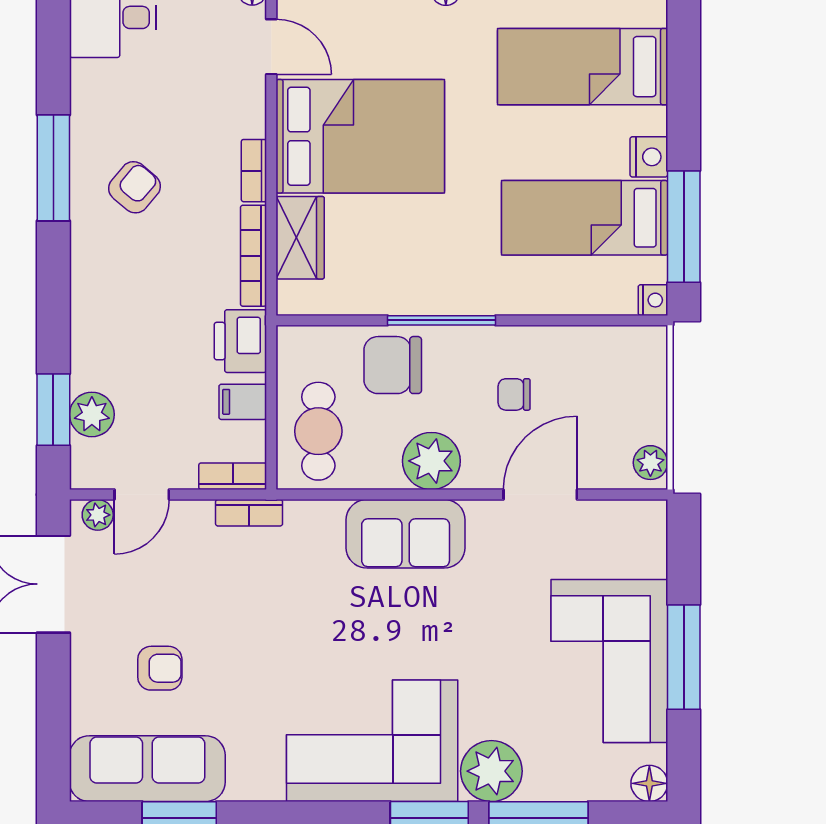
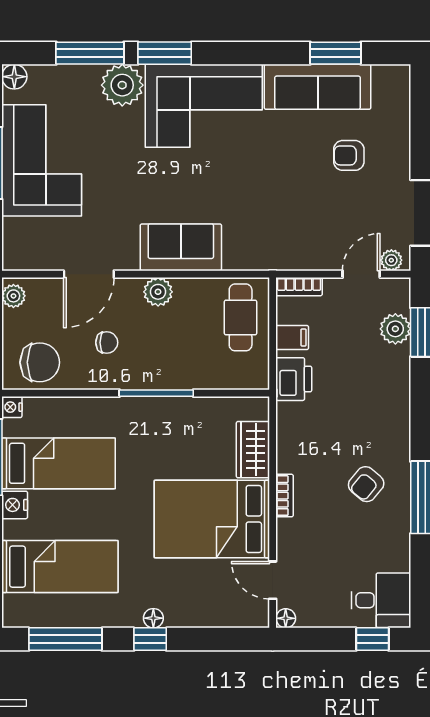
bookcase: (253, 256) -> (285, 437), removed
chair: (393, 365) -> (40, 362), moved
plant: (431, 461) -> (158, 292), width x0.73, depth x0.73
bookcase: (249, 513) -> (288, 262), removed
sofa: (147, 769) -> (318, 87), moved

